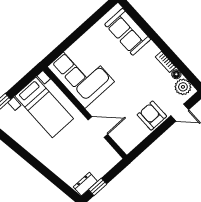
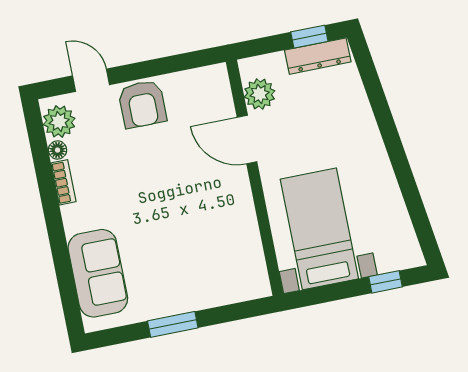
window: (83, 29) -> (173, 324), added
corner sofa: (81, 74) -> (222, 248), removed
plant: (104, 150) -> (260, 94), added
dresser: (85, 184) -> (318, 56), width x1.44

